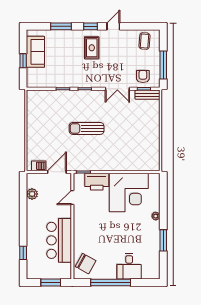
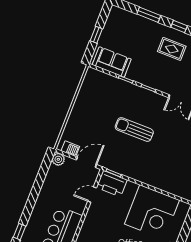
rug: (92, 48) -> (172, 49), turned 90
sofa: (35, 52) -> (112, 62), moved, turned -90
printer: (97, 182) -> (112, 184), moved
plant: (32, 194) -> (58, 159), moved

